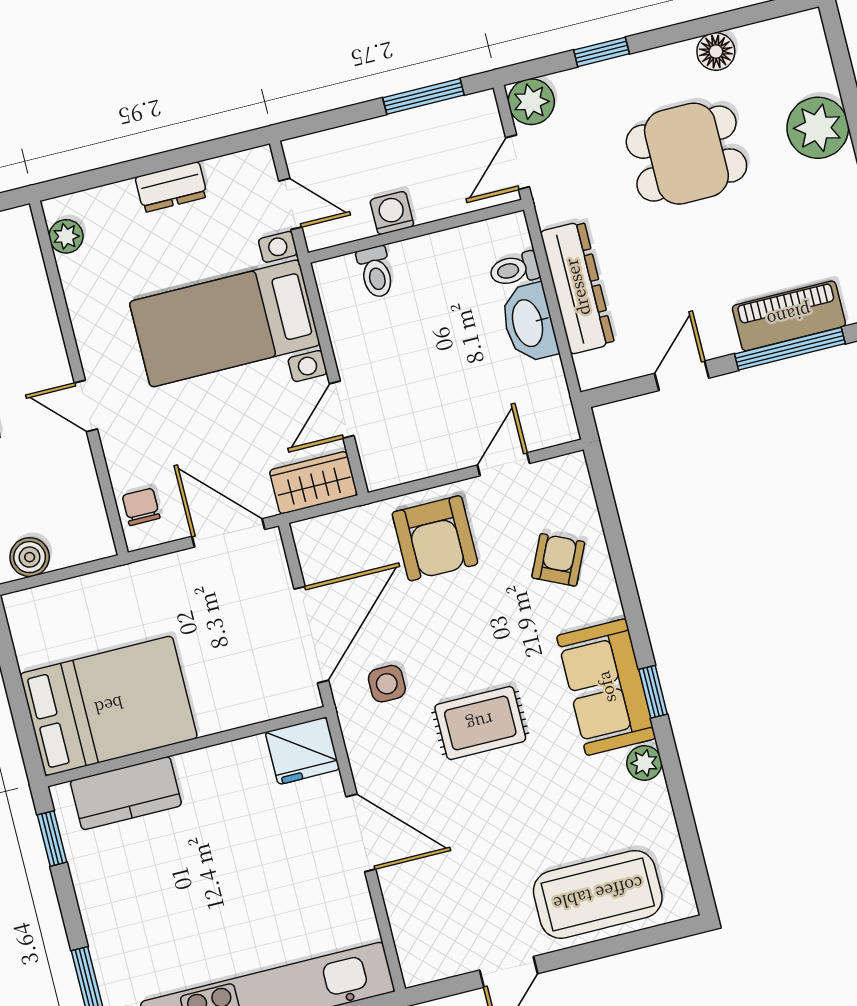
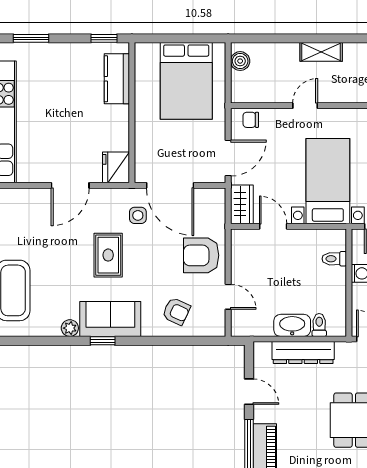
chair: (141, 507) -> (251, 120), turned 180
bed: (109, 706) -> (186, 81), moved

